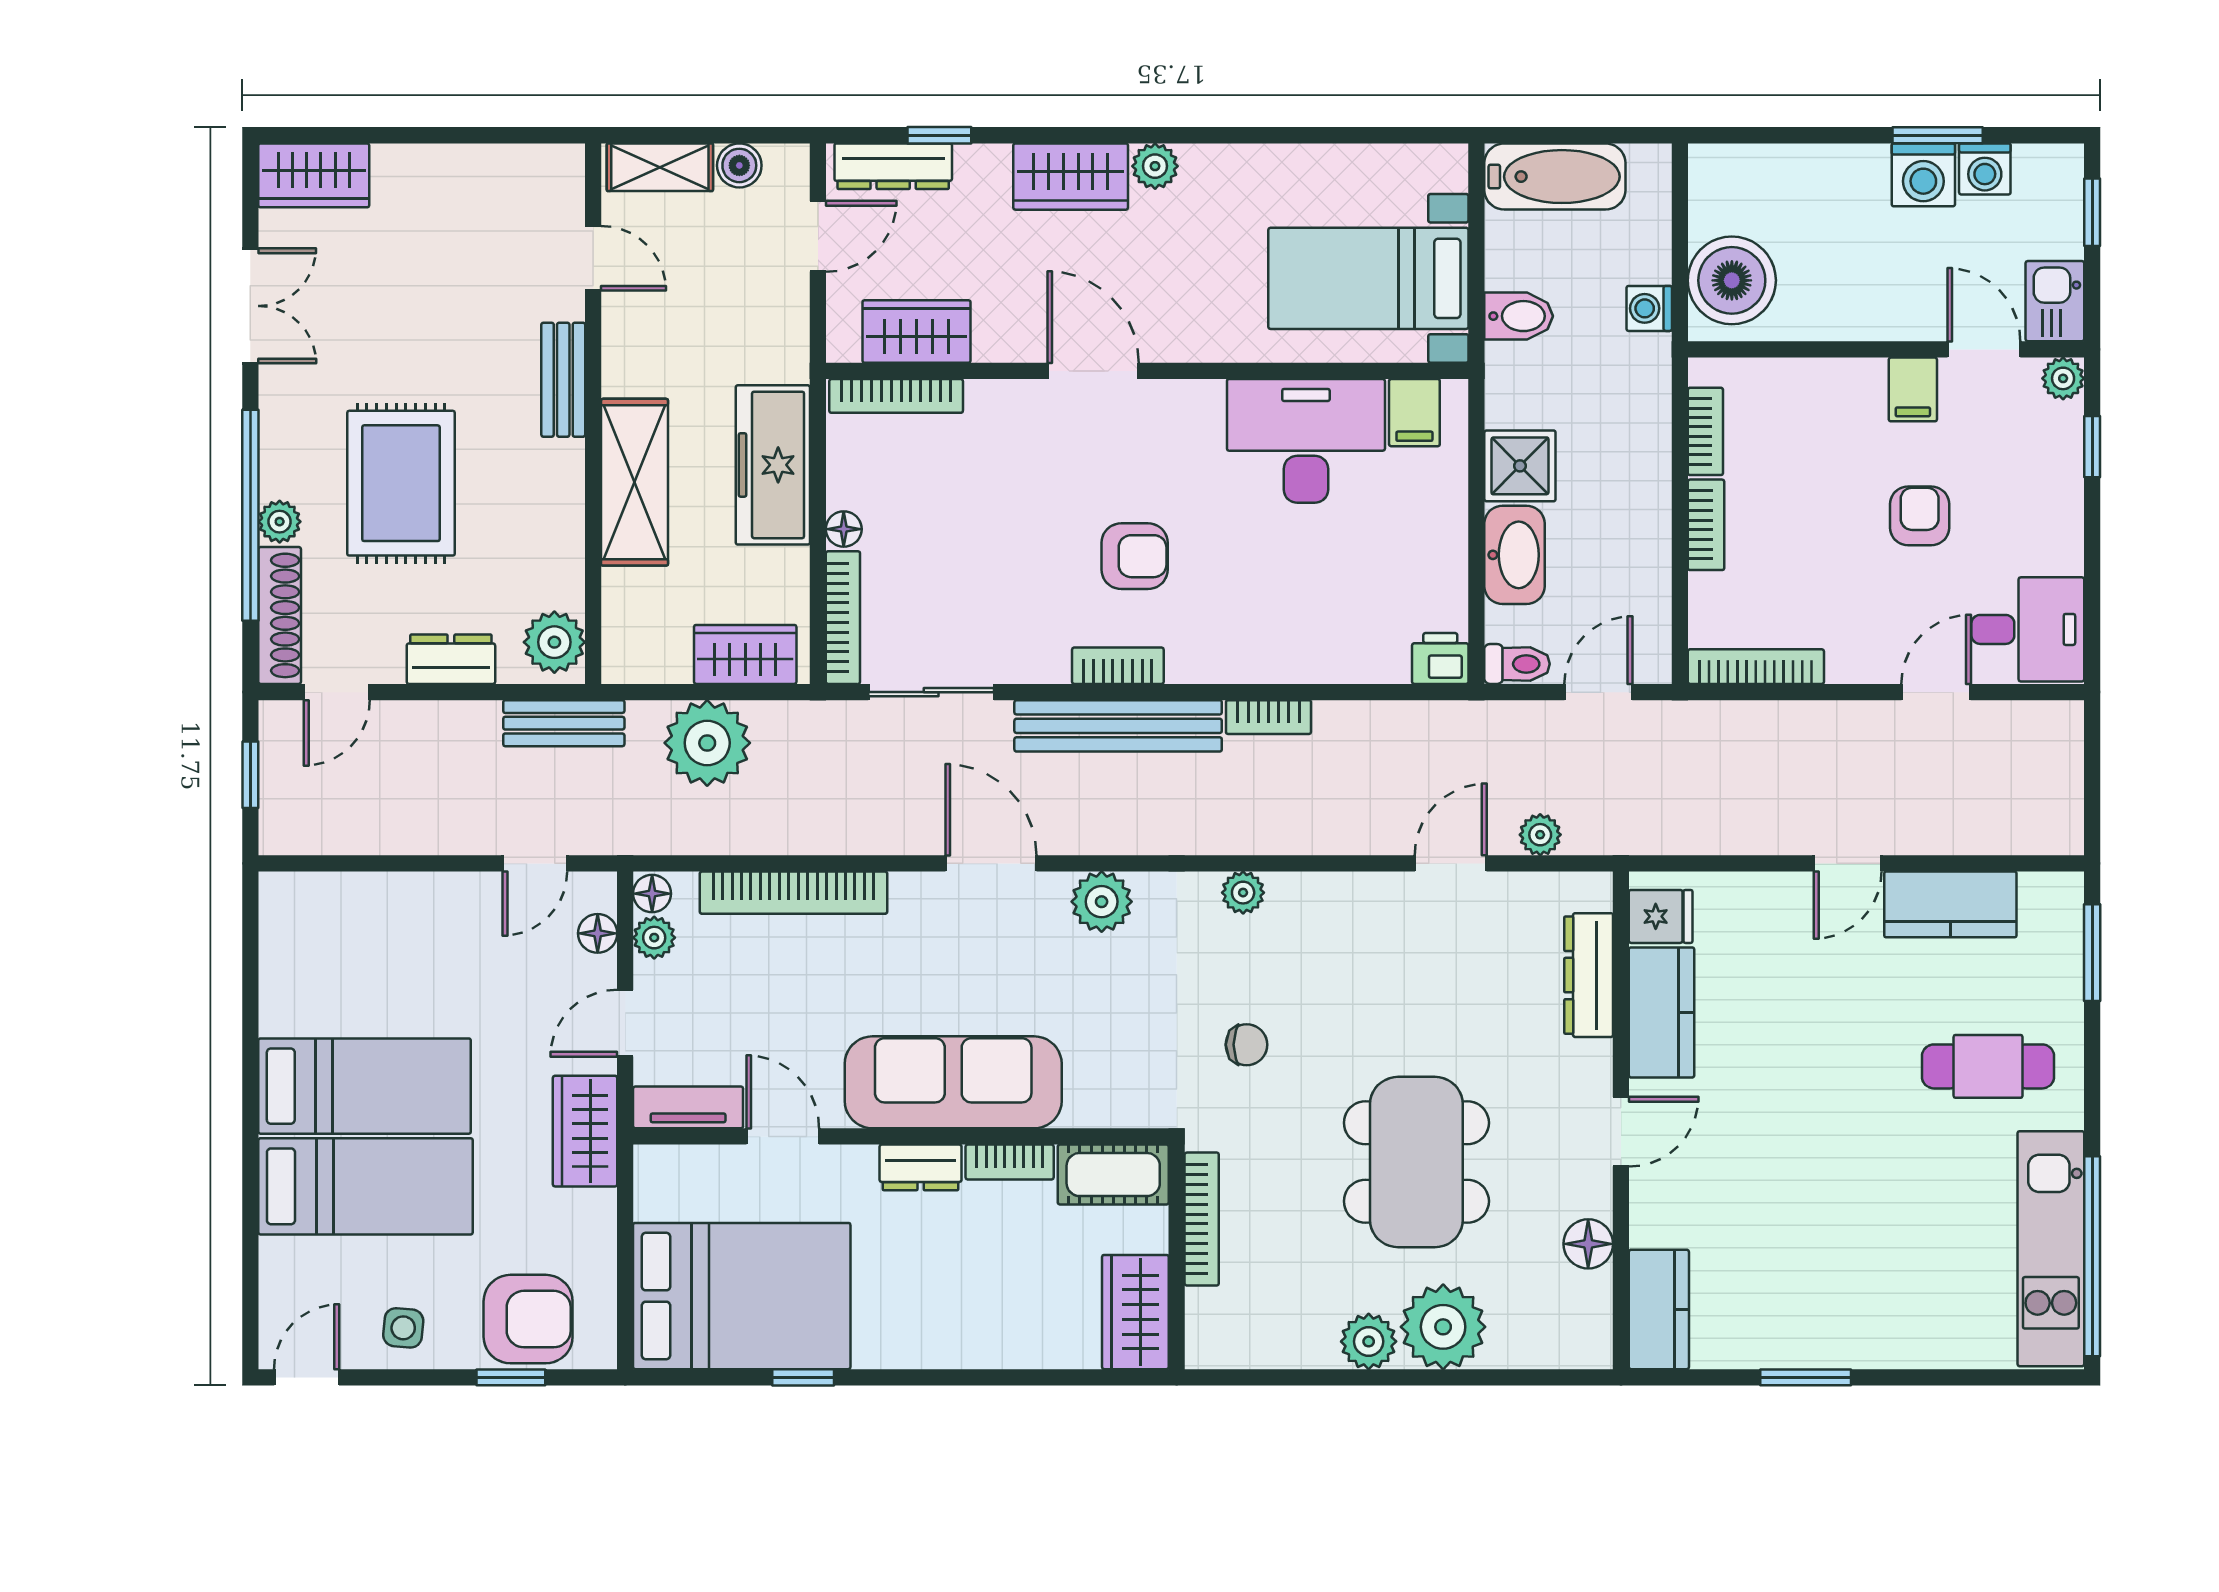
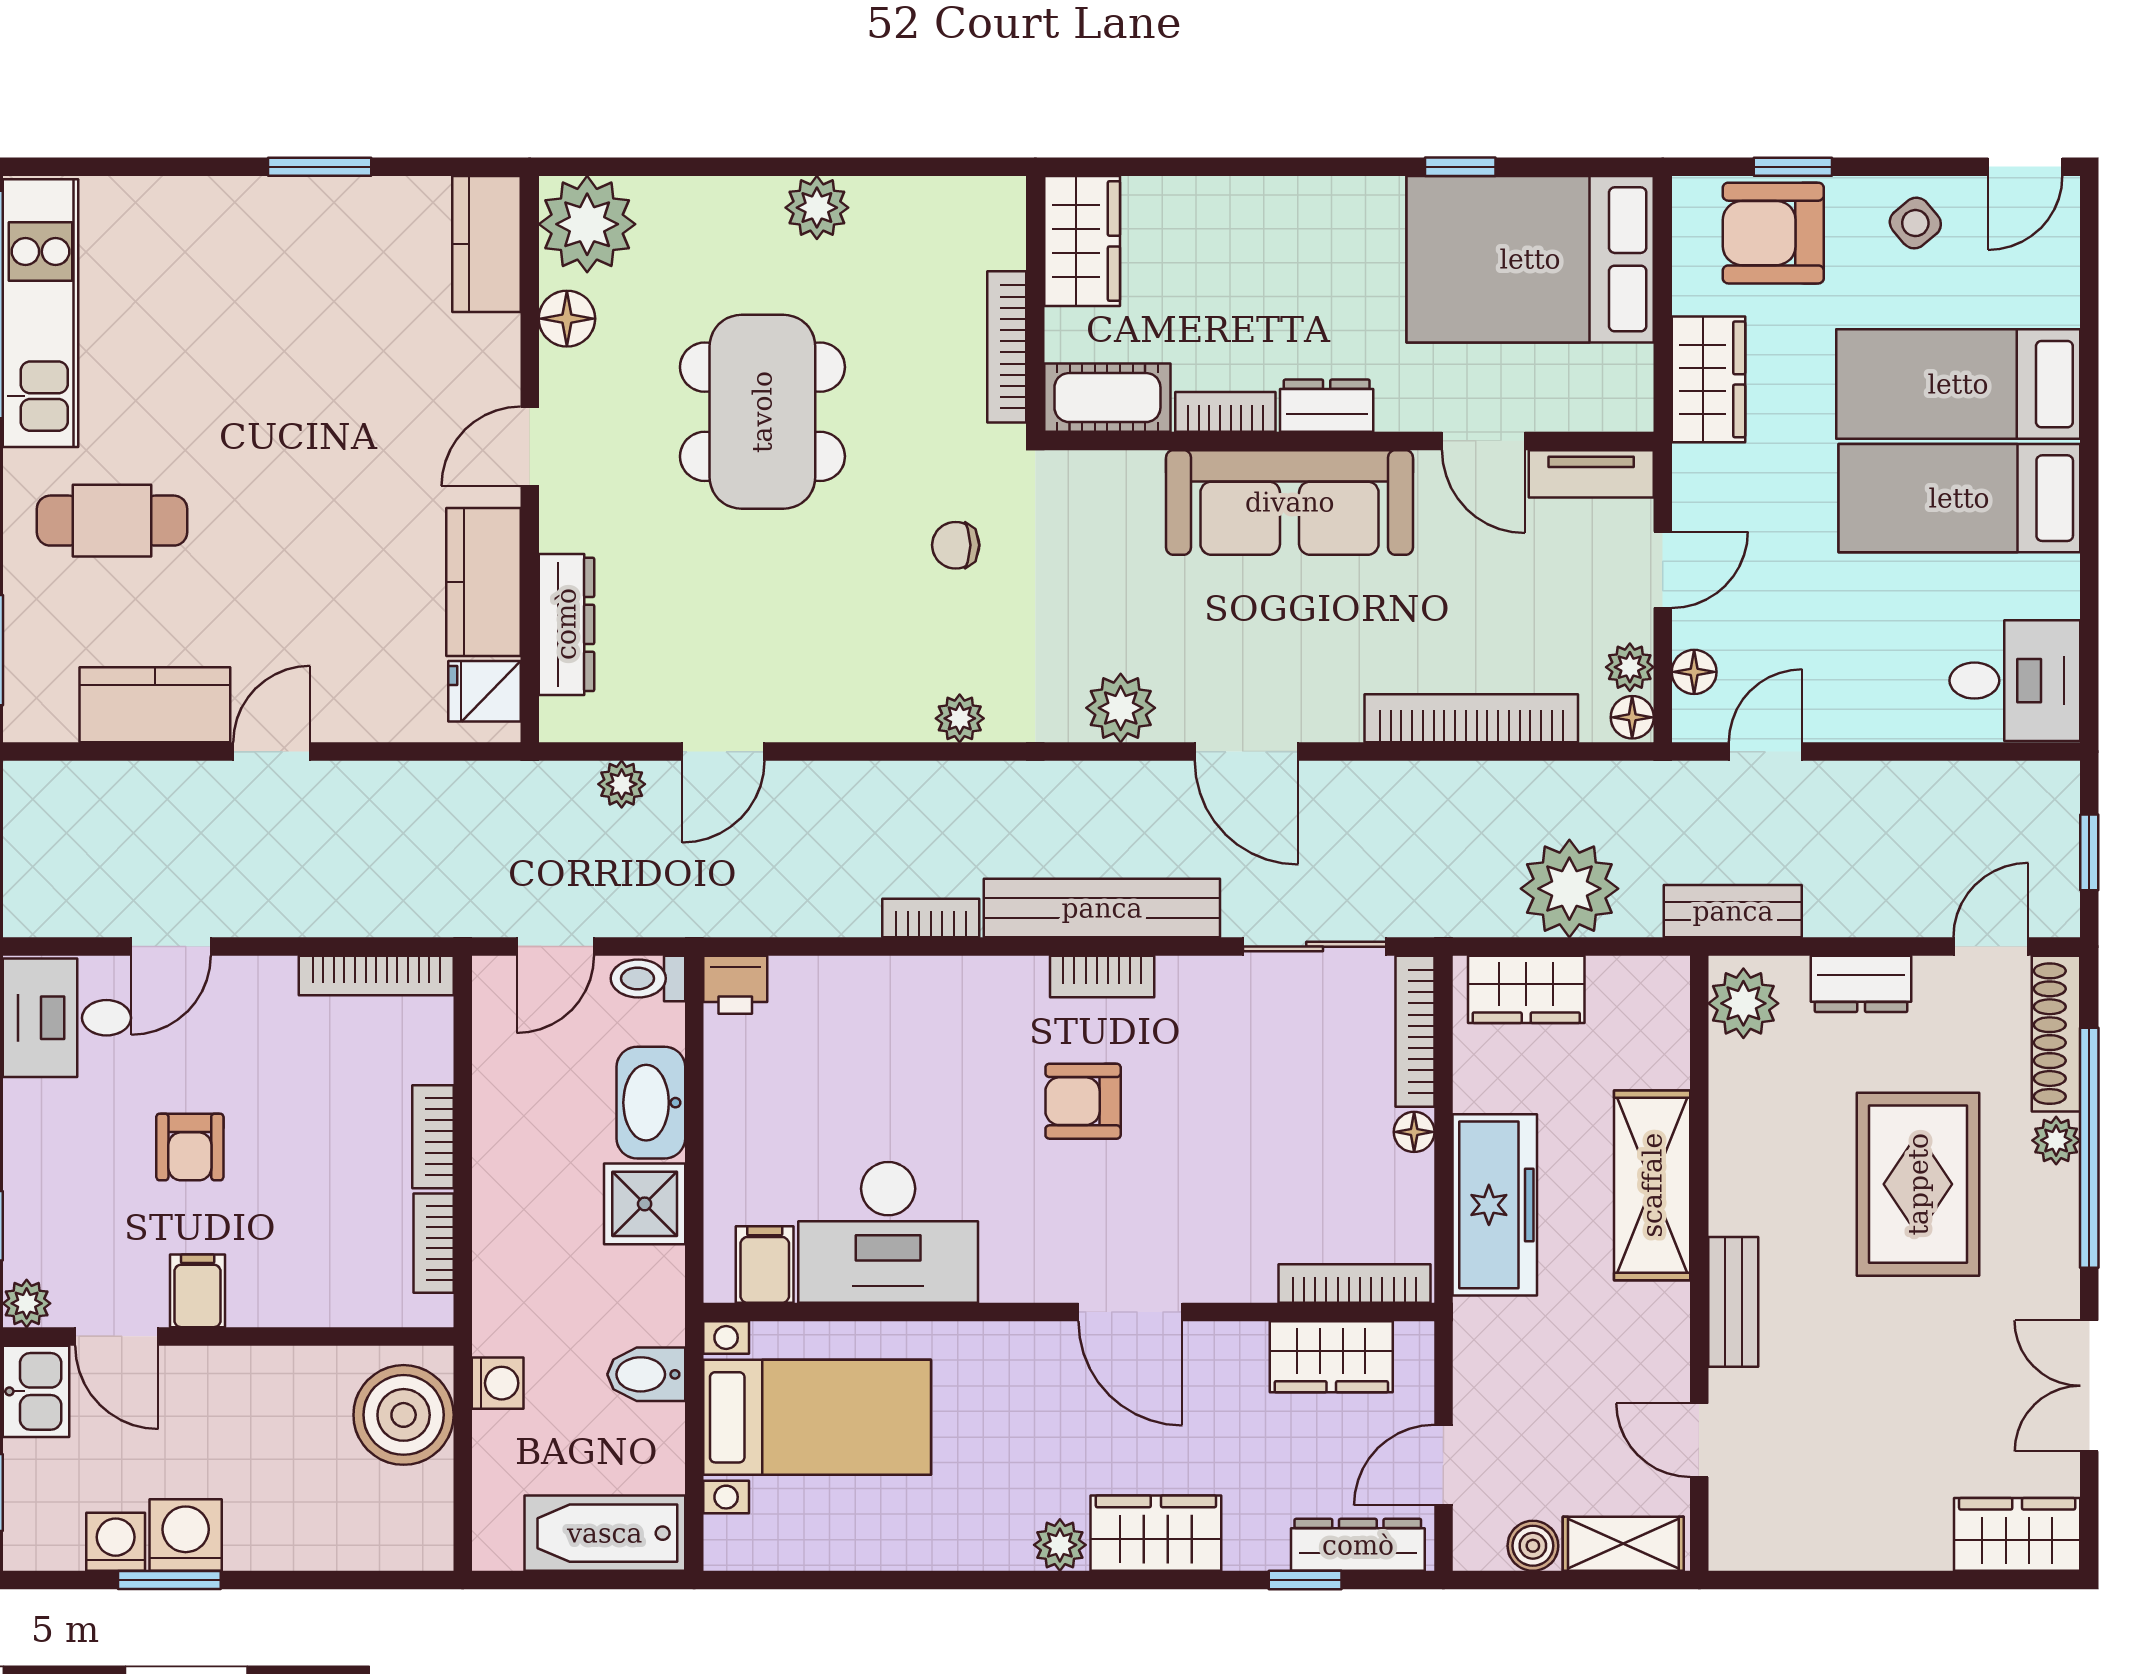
desk: (316, 926) -> (2015, 681), added
wardrobe: (585, 1131) -> (1708, 379), moved
plant: (1443, 1327) -> (587, 224), moved
side table: (403, 1328) -> (1915, 223), turned 45

